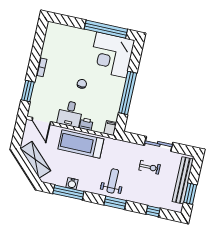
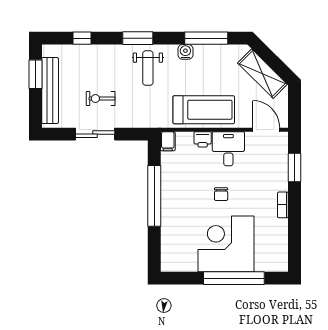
window: (106, 29) -> (234, 278), moved
corner desk: (112, 55) -> (226, 244), moved, turned -90
water cooler: (72, 183) -> (185, 52), moved

